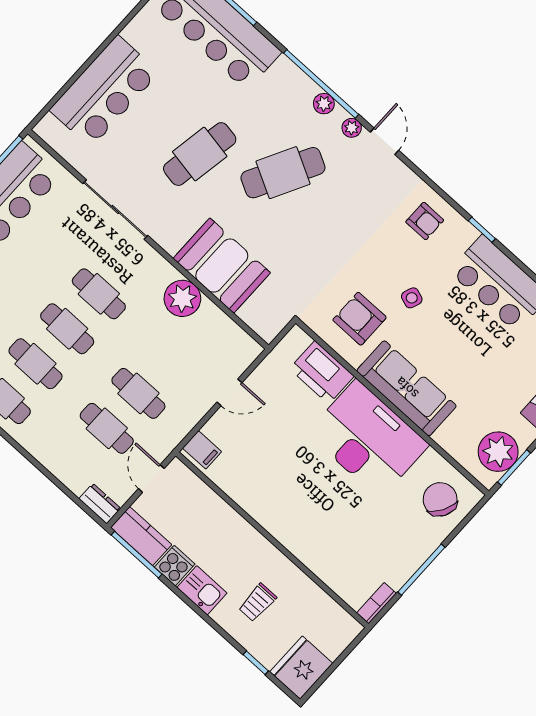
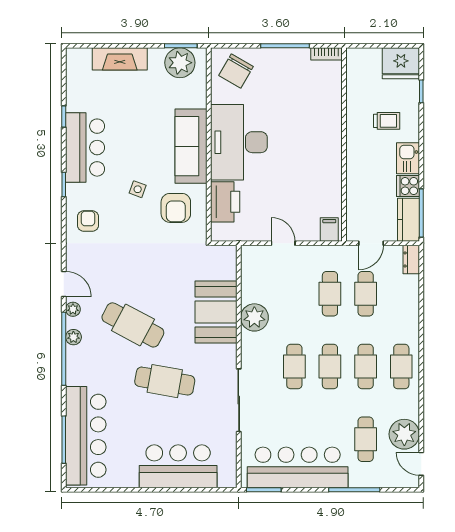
door: (384, 141) -> (64, 284), swing flipped

